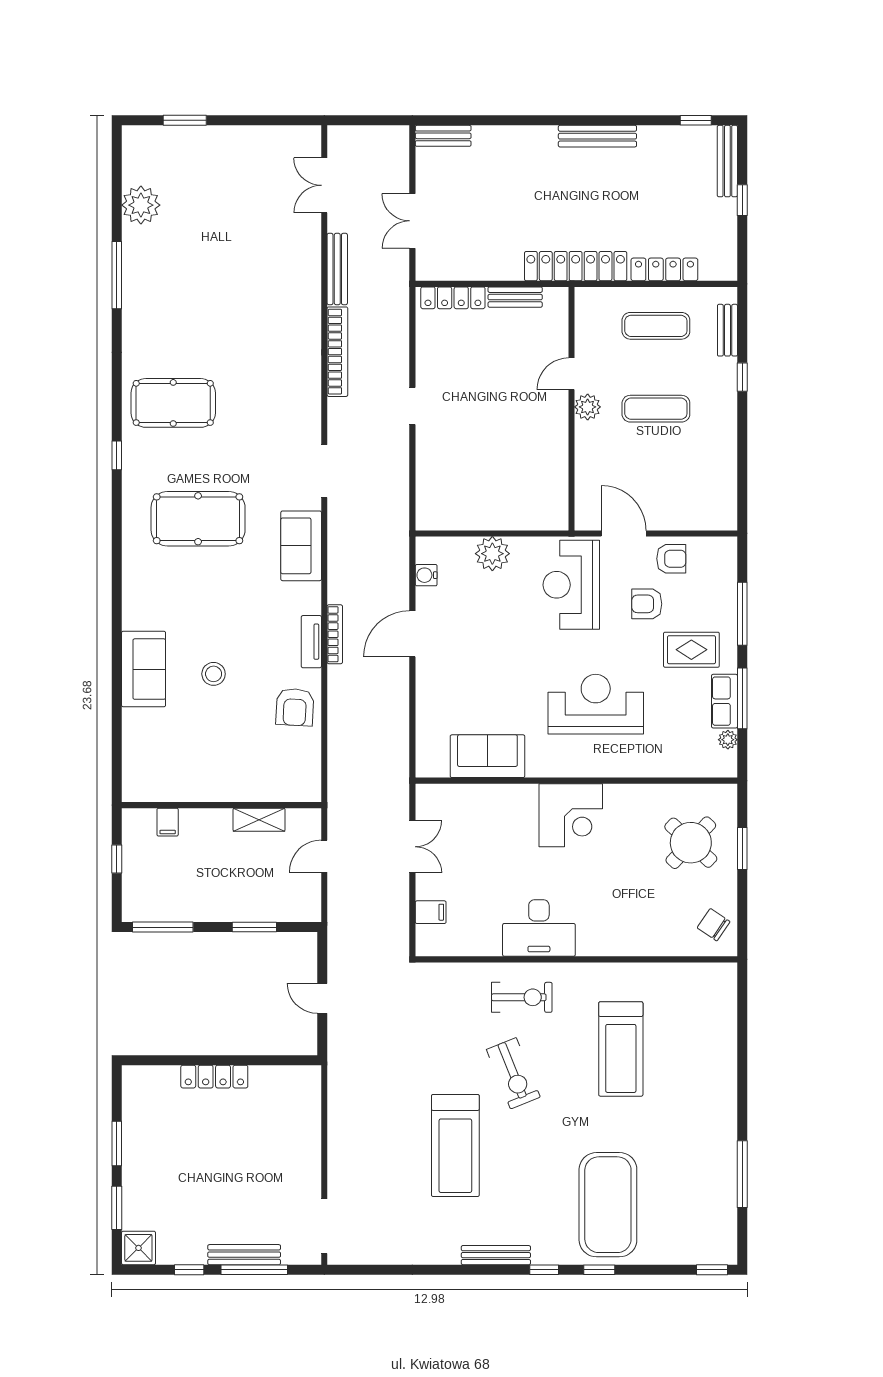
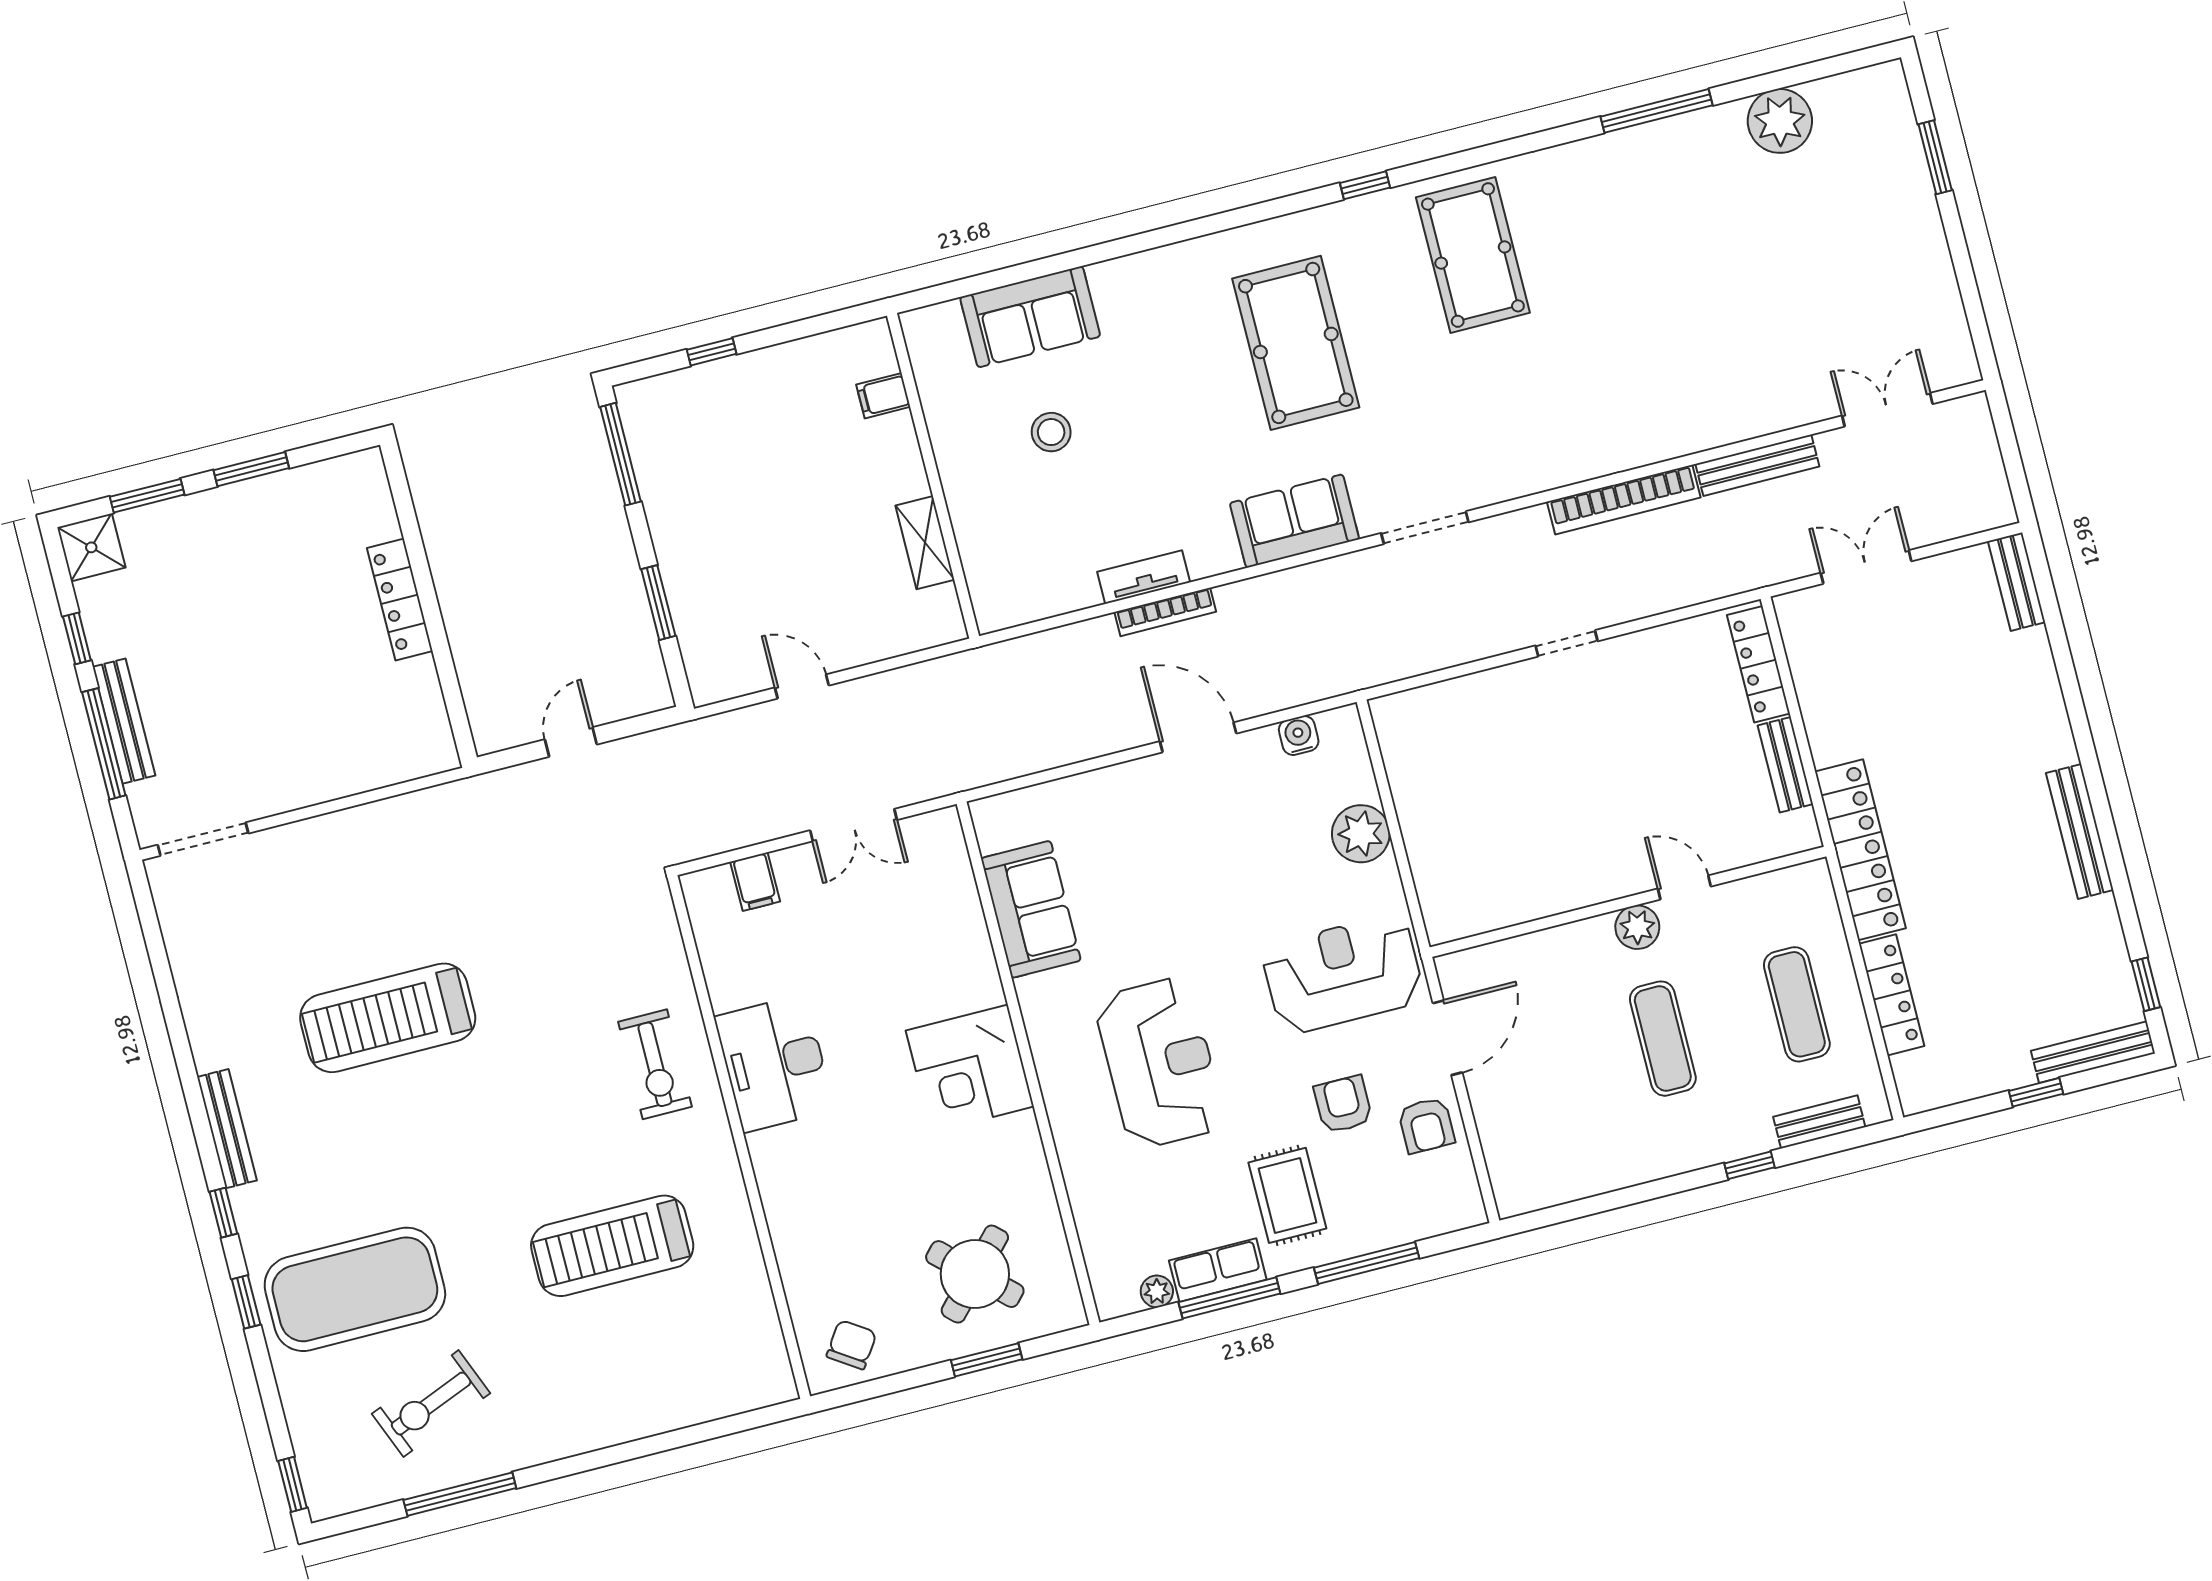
armchair: (295, 707) -> (1031, 577), removed
wall: (221, 805) -> (933, 476), moved
shelving: (259, 820) -> (925, 543), moved
filing cabinet: (168, 822) -> (883, 396), moved
exercise bike: (513, 1073) -> (431, 1404), moved

